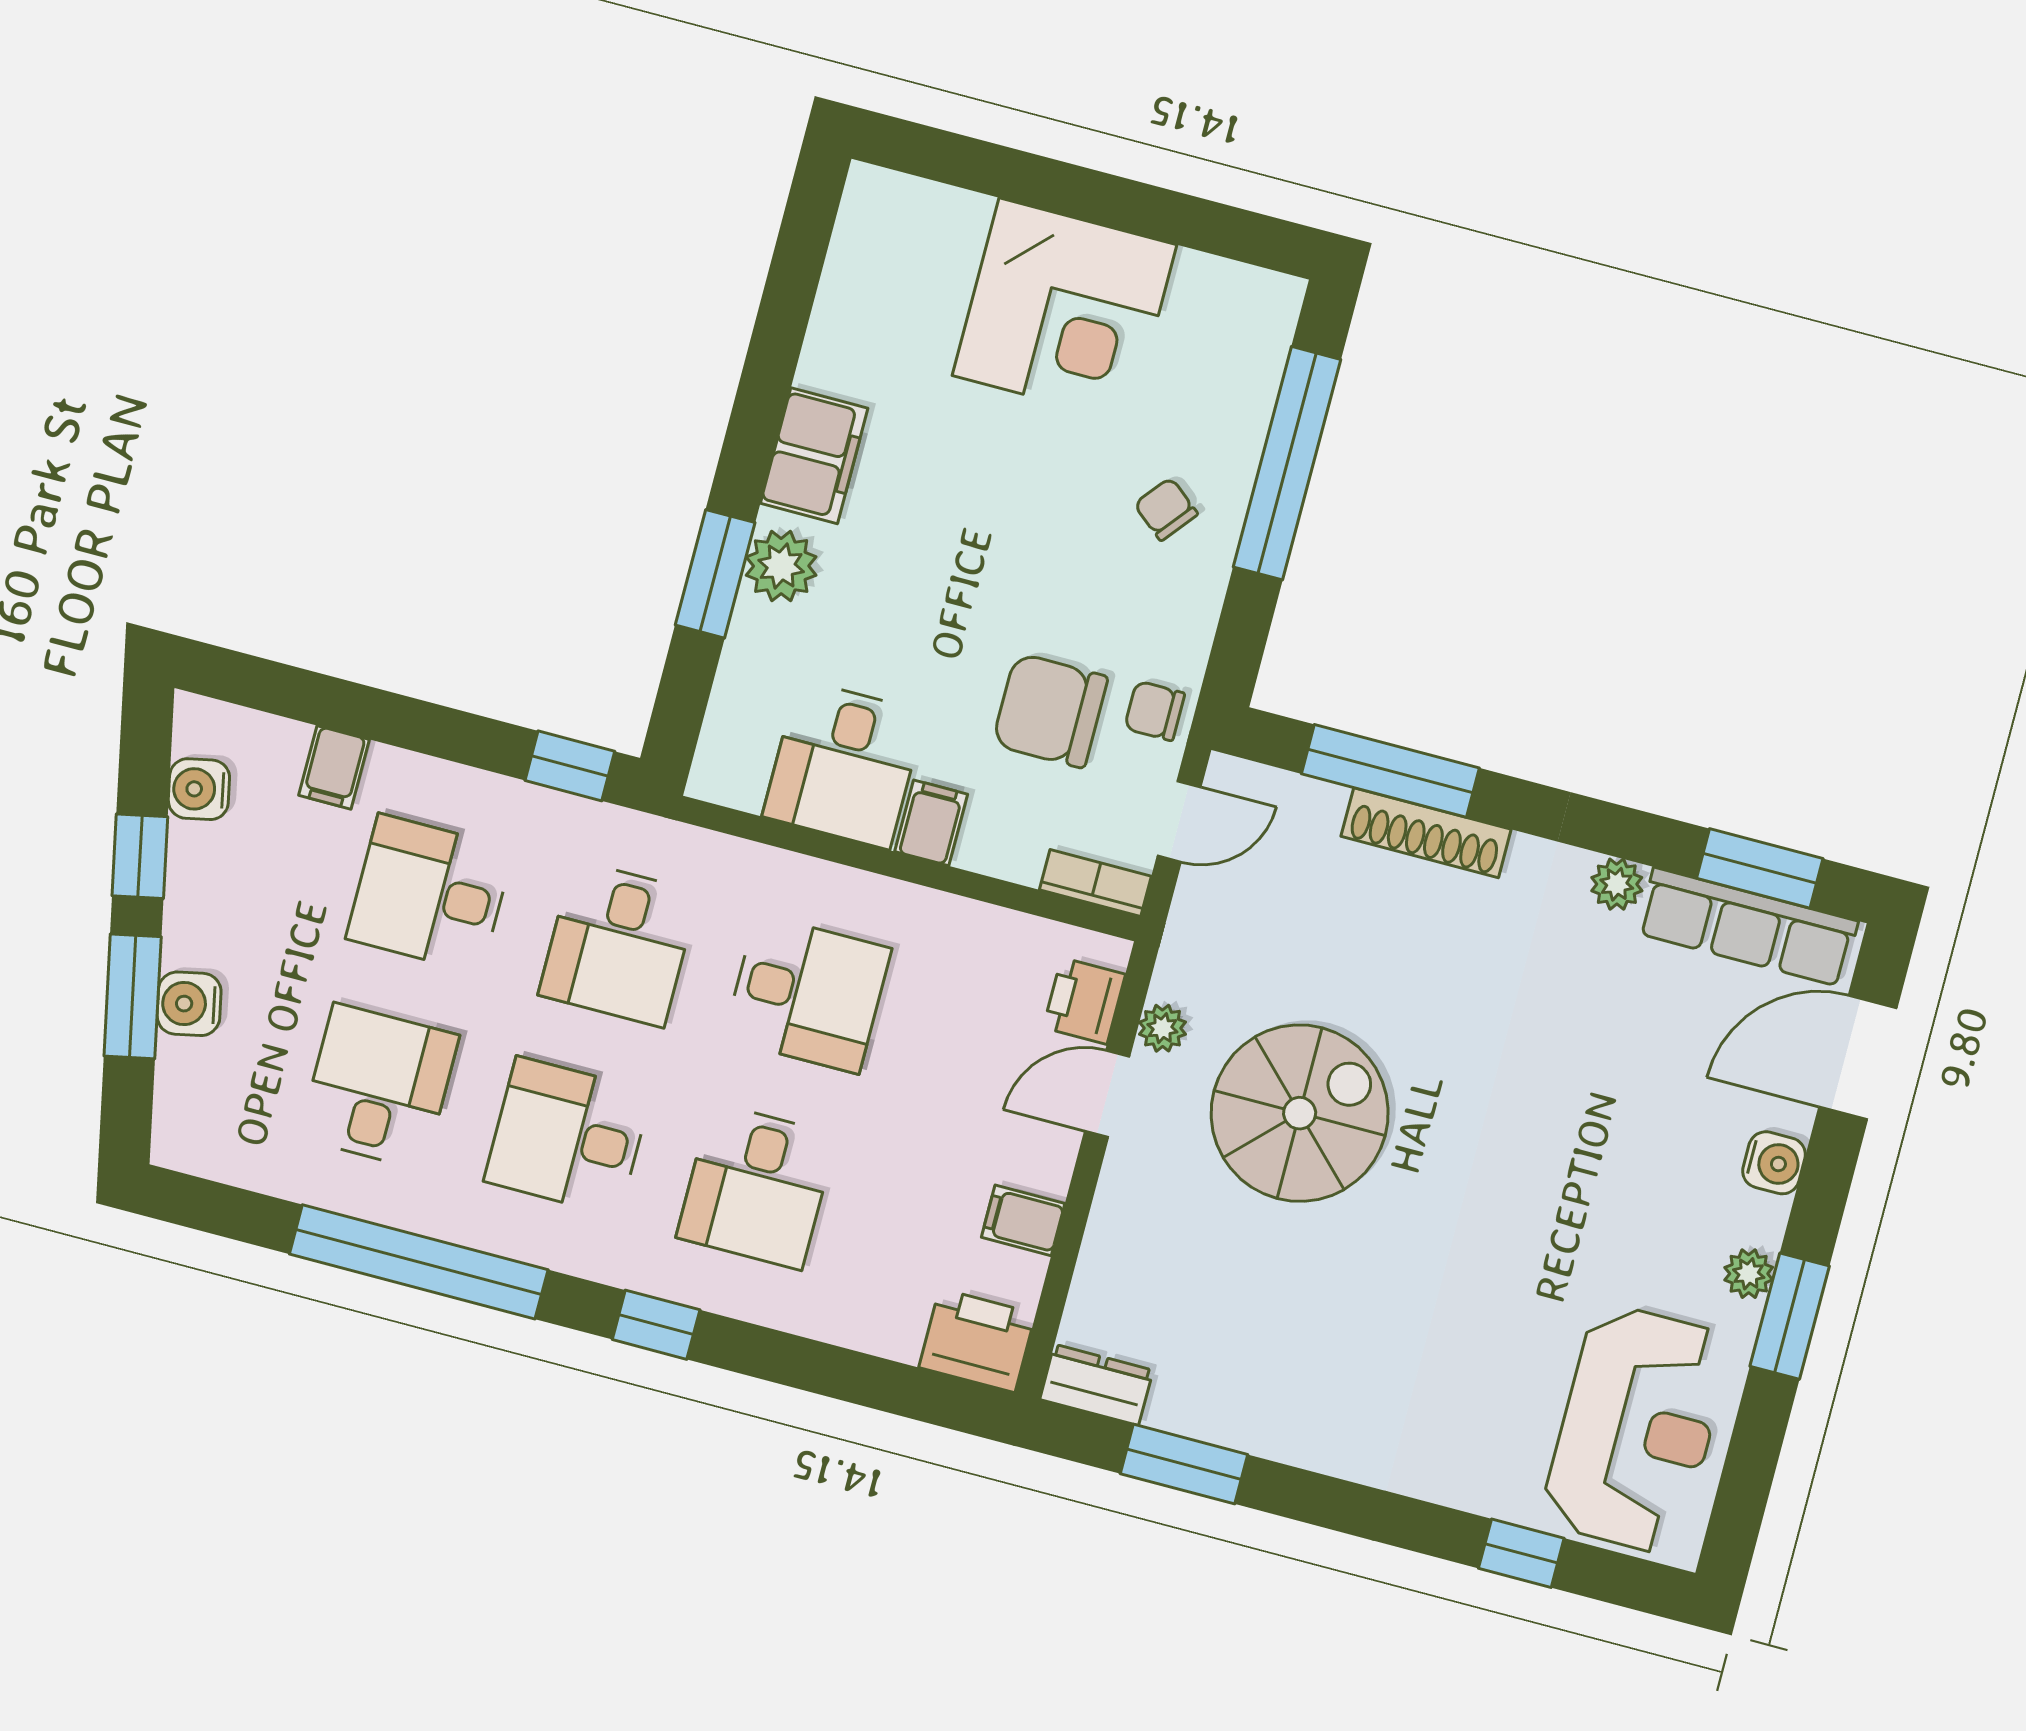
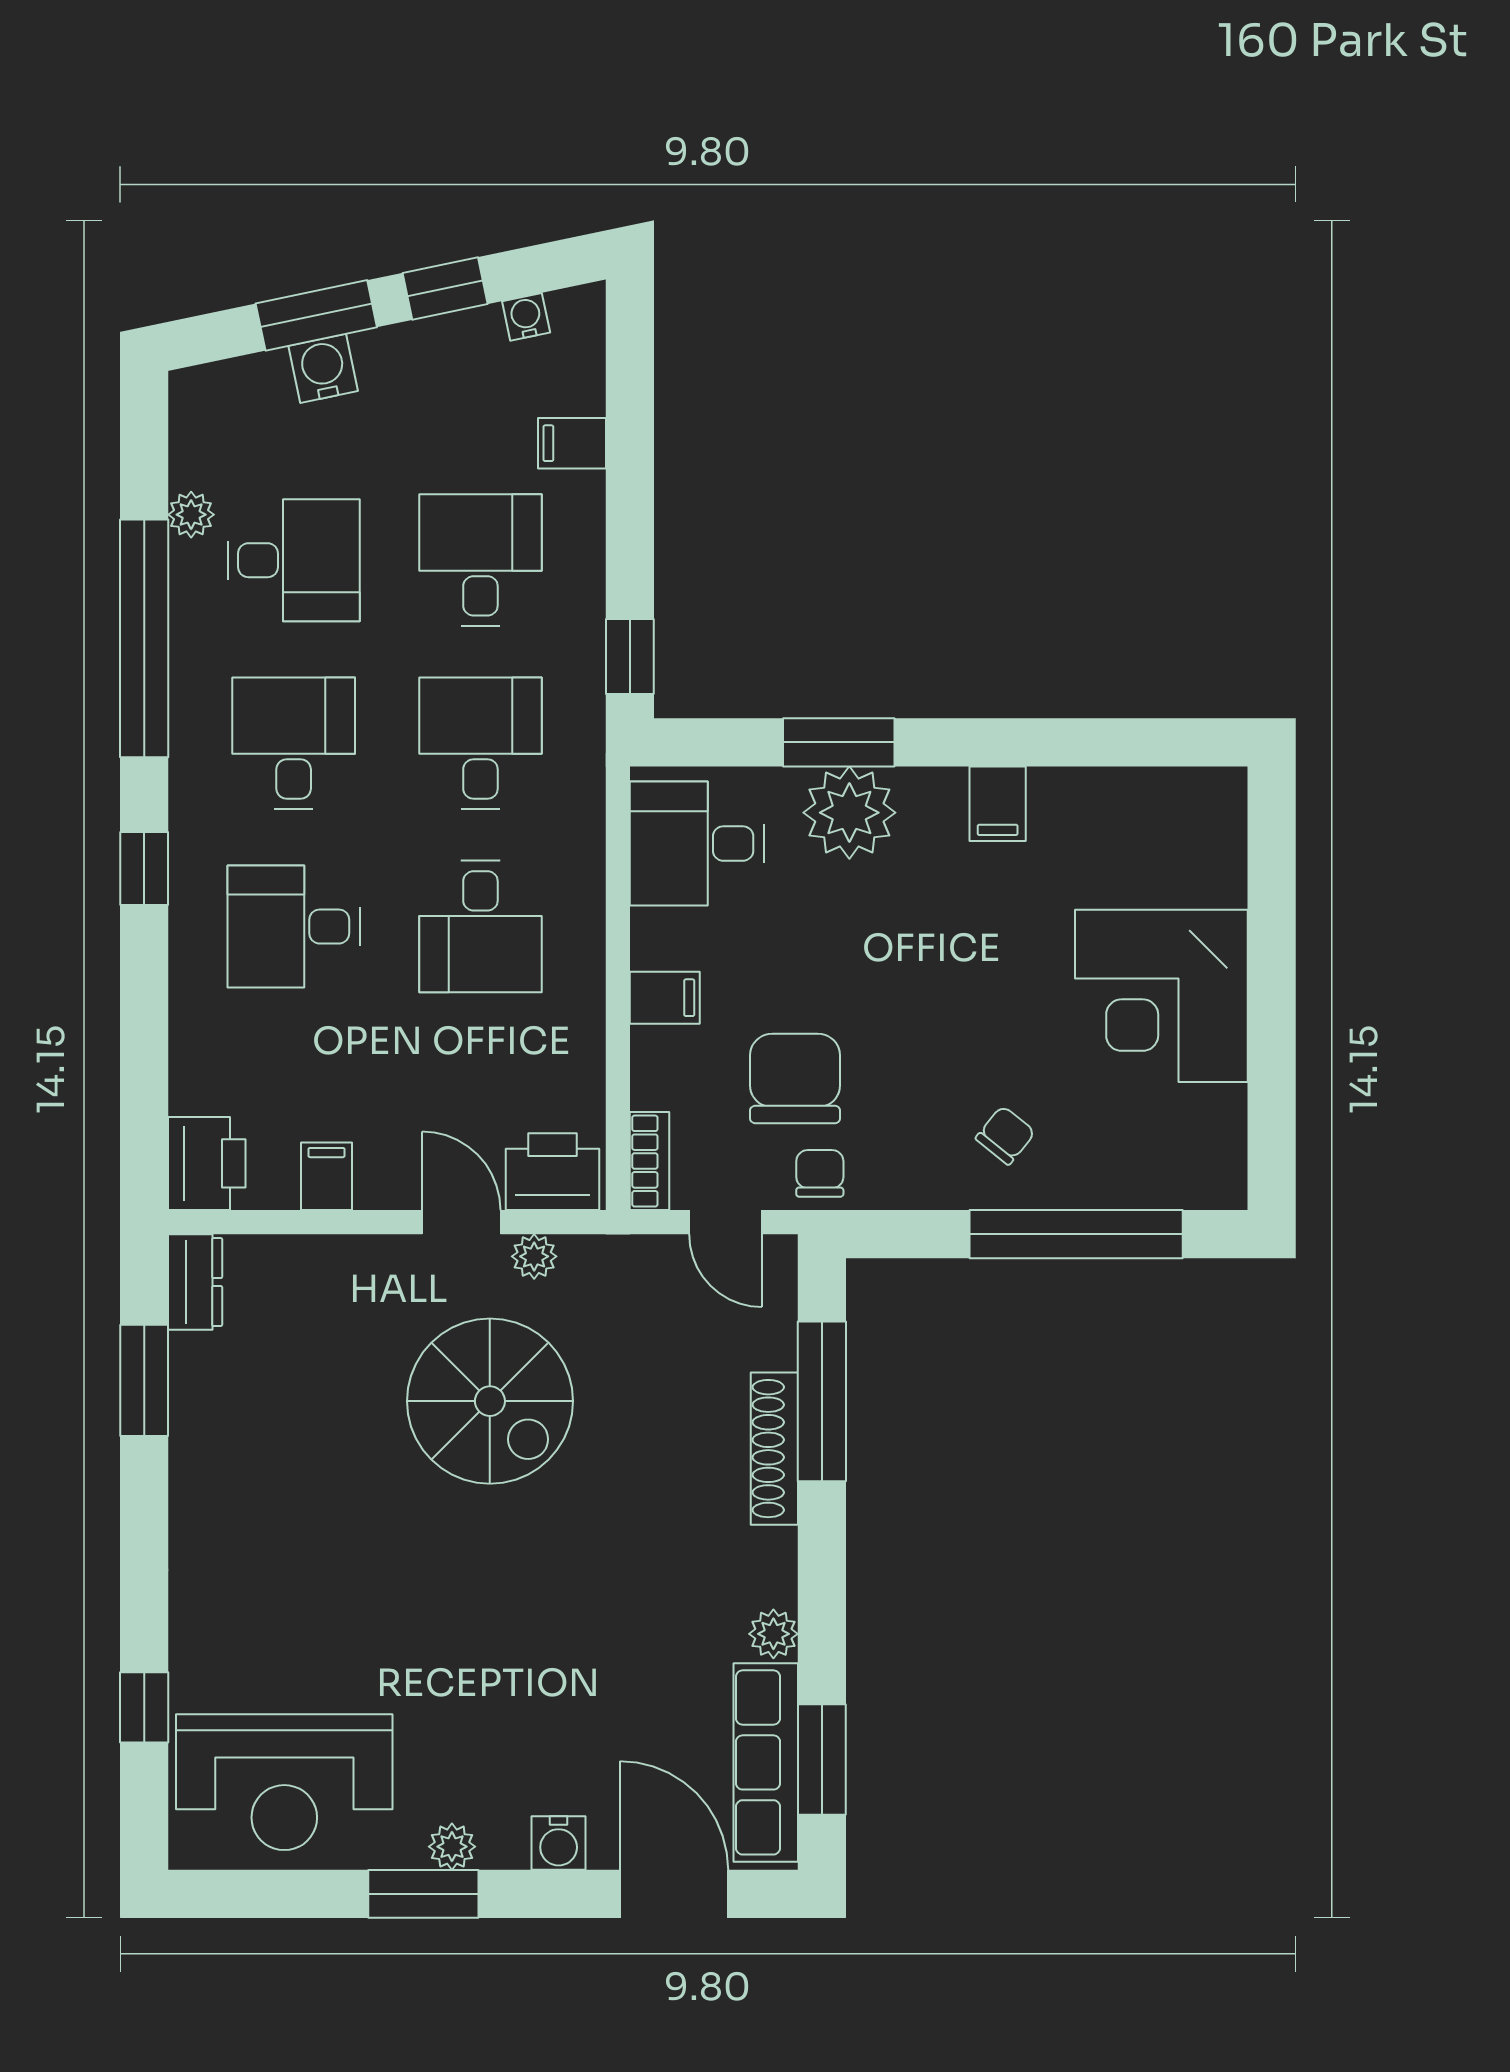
filing cabinet: (814, 456) -> (998, 804), width x0.50
plant: (781, 566) -> (849, 813), width x1.36, depth x1.36
desk: (844, 764) -> (697, 844), moved
water cooler: (199, 789) -> (526, 317), width x0.72, depth x0.72
desk: (619, 944) -> (480, 743), turned 90
printer: (1084, 1001) -> (553, 1172), width x1.36, depth x1.24
plant: (304, 1180) -> (191, 515), added

